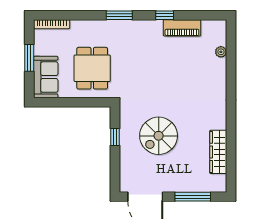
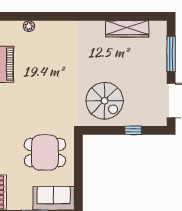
spiral stairs: (159, 136) -> (105, 101), moved
window: (115, 137) -> (133, 130), moved

